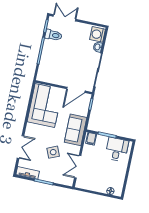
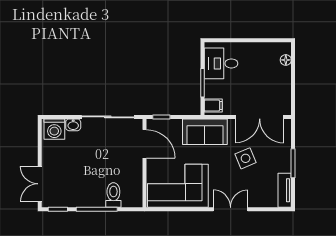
toilet: (54, 35) -> (113, 195), moved
double door: (20, 147) -> (231, 209), moved
double door: (78, 167) -> (260, 117), width x1.37

